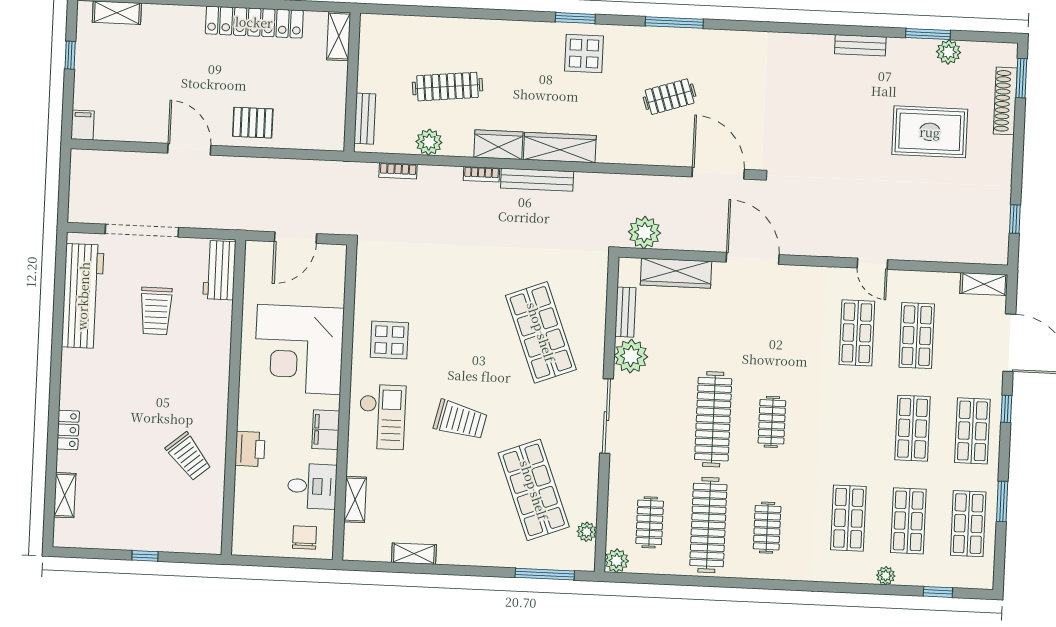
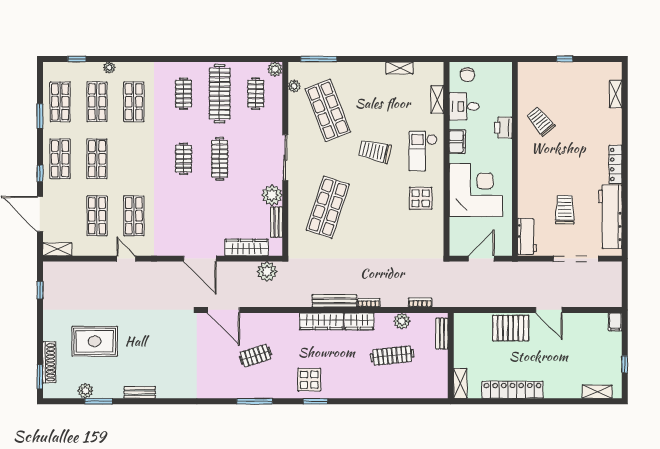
pallet: (253, 123) -> (511, 328), width x1.50, depth x1.42
shop shelf: (541, 332) -> (328, 207), turned 39
clothes rail: (713, 419) -> (220, 159), width x0.73, depth x0.76
locker: (68, 430) -> (615, 164), moved, width x1.53

